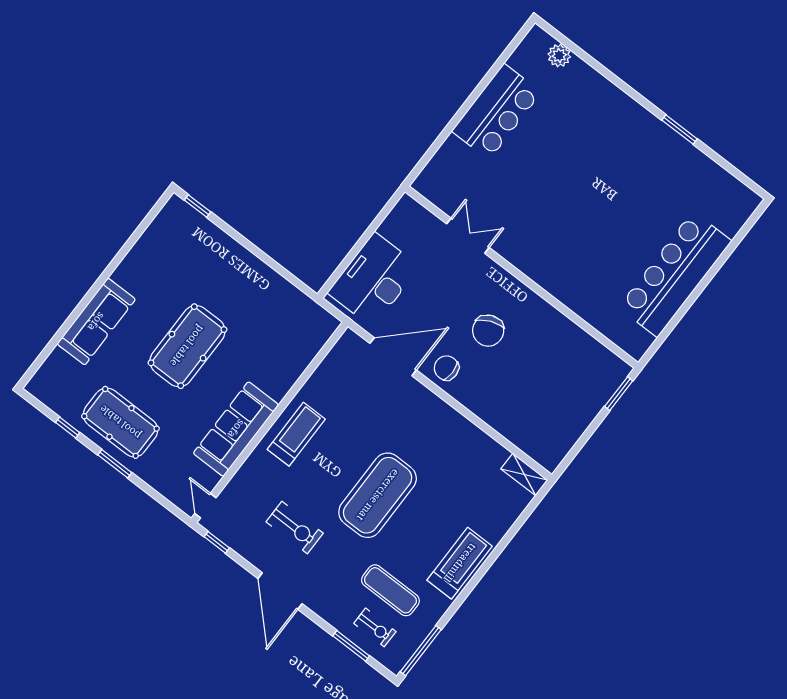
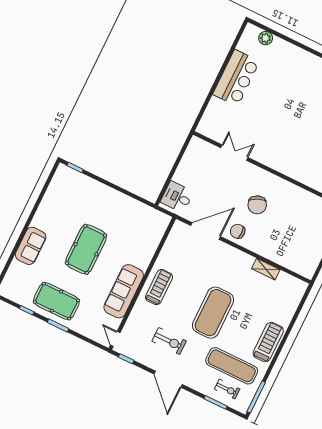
desk: (374, 280) -> (177, 197), width x0.53, depth x0.77
sofa: (96, 322) -> (31, 246), width x0.73
shelving: (524, 474) -> (266, 269), moved
exercise mat: (390, 590) -> (232, 366), width x1.36, depth x1.45

